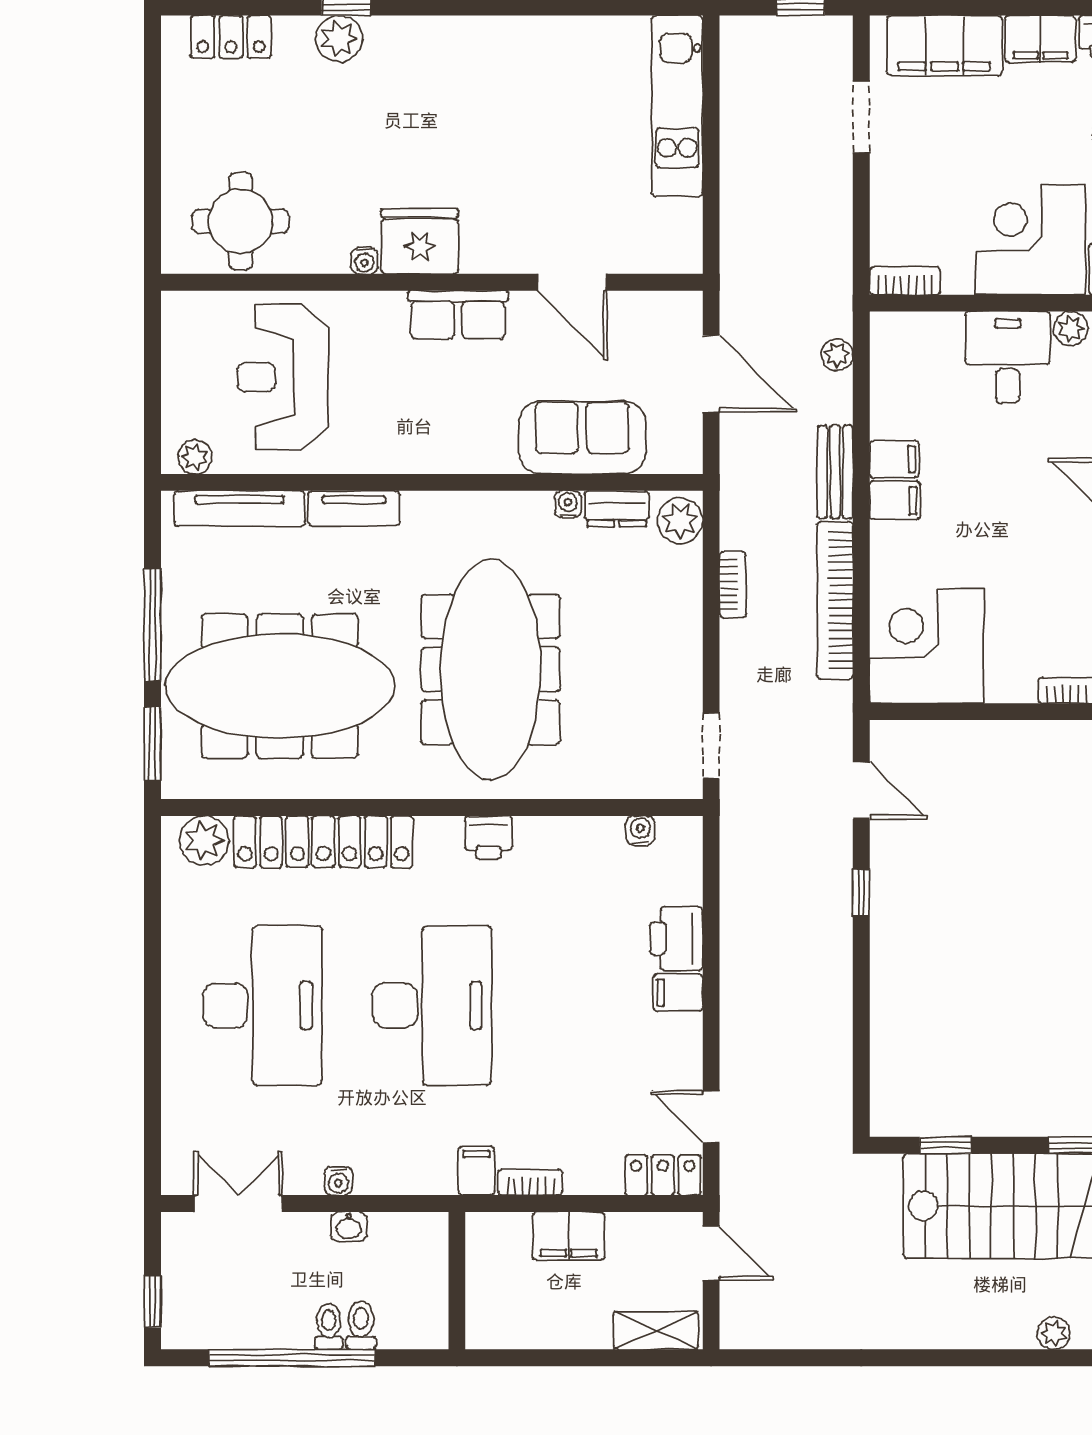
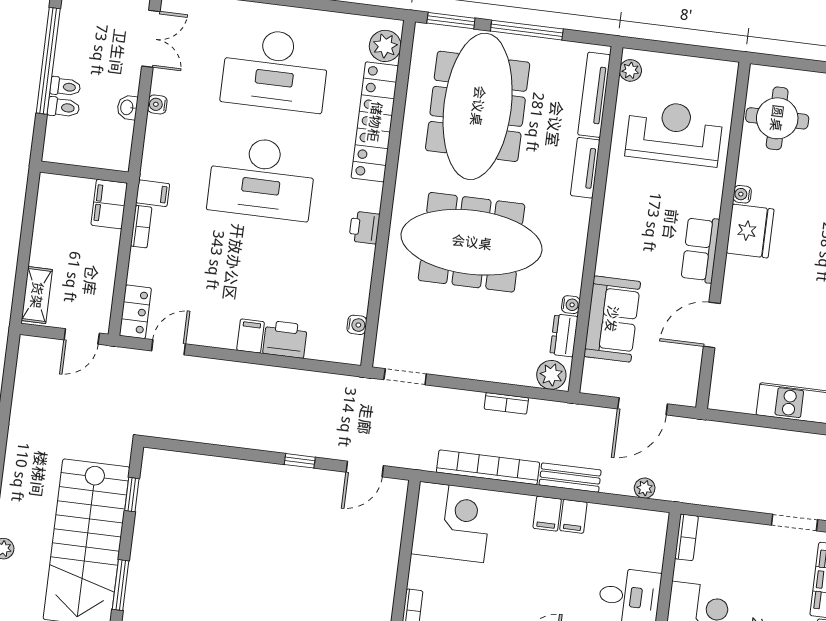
filing cabinet: (569, 1236) -> (109, 204), moved

